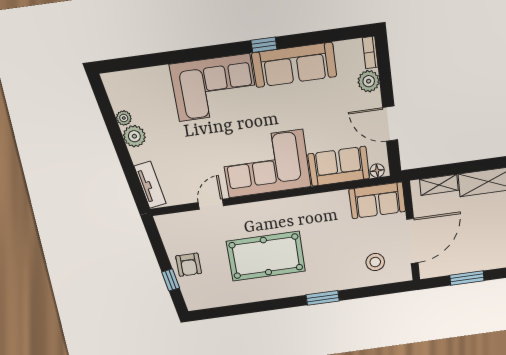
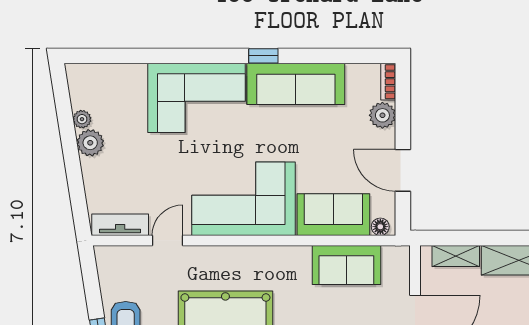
tv unit: (150, 185) -> (120, 225), moved, turned -81
sofa: (377, 200) -> (346, 265), moved

